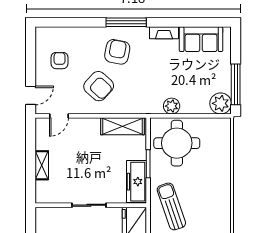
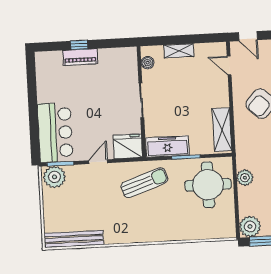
boiler: (52, 197) -> (147, 63), added

